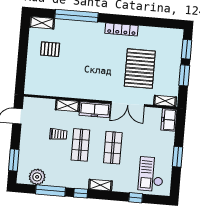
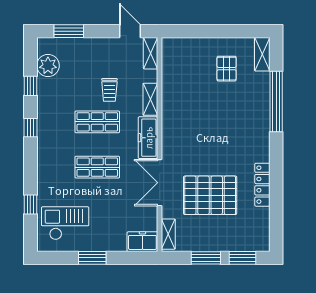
locker: (122, 29) -> (262, 185), moved
shelving: (100, 185) -> (151, 53), moved
window: (51, 191) -> (30, 86), width x0.46

